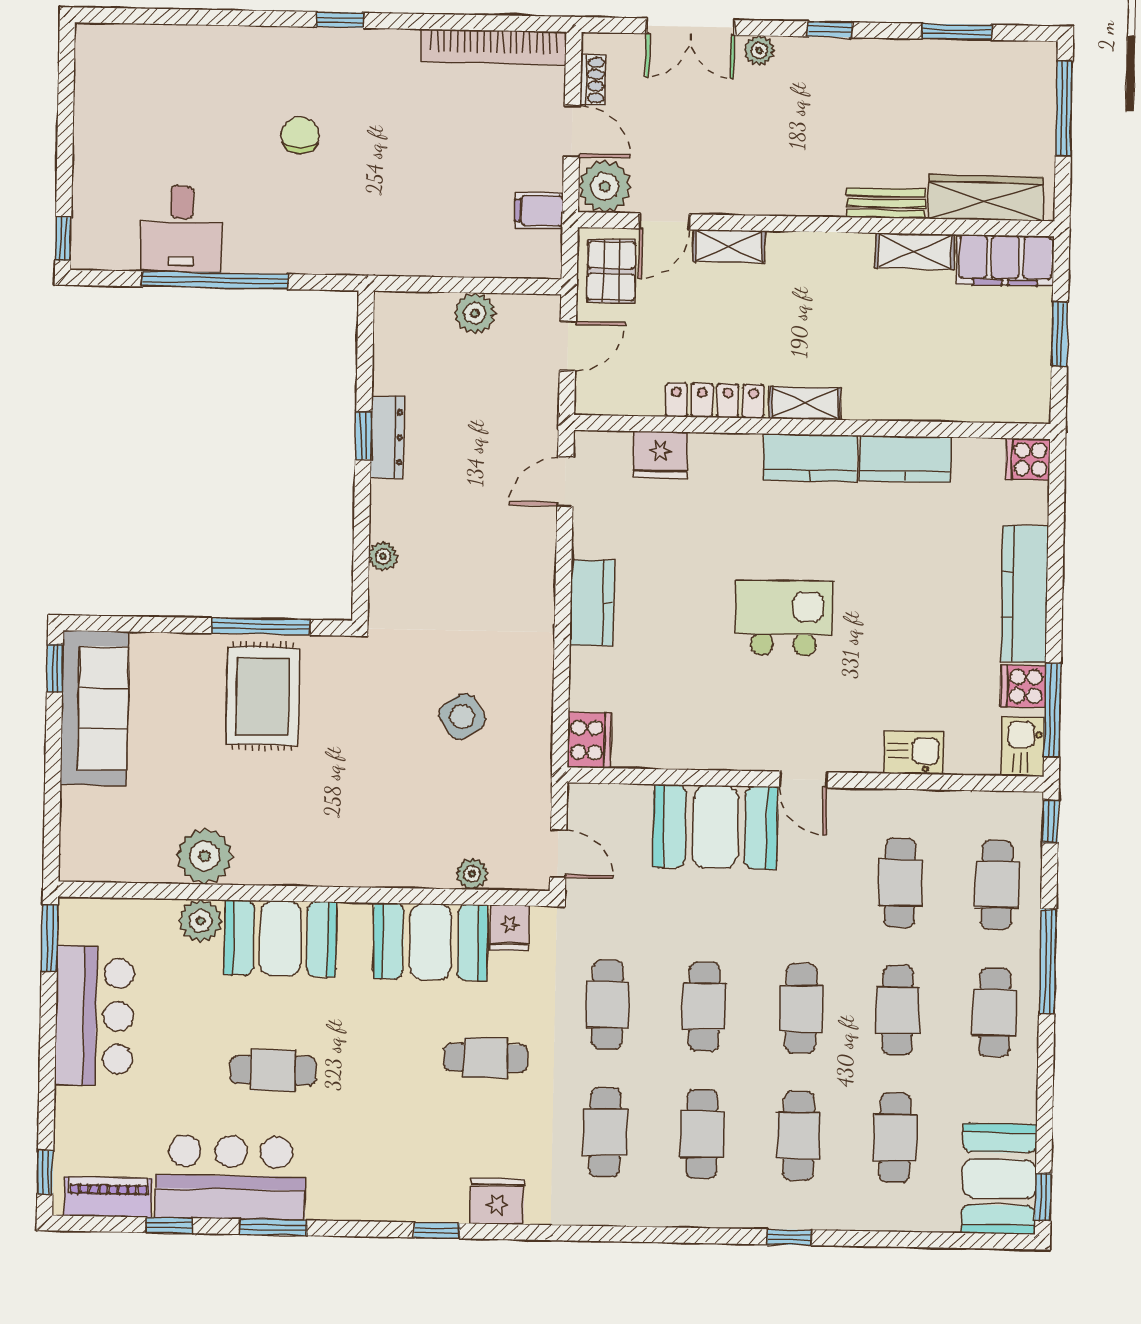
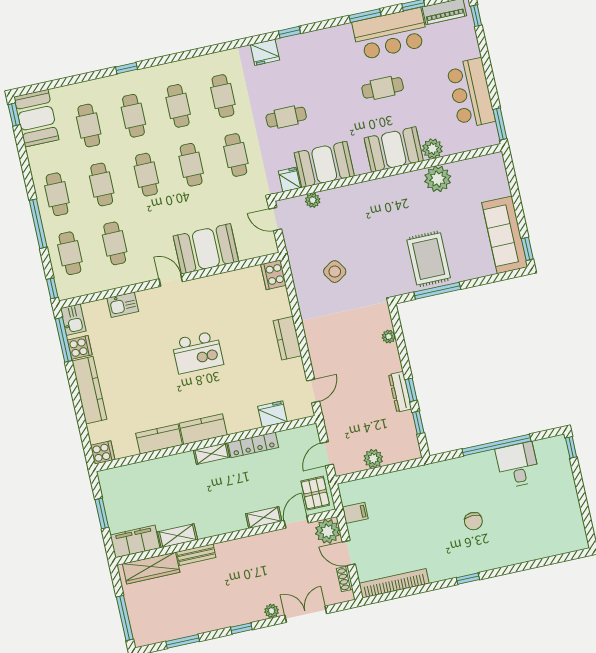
window: (365, 365) -> (418, 423), added

